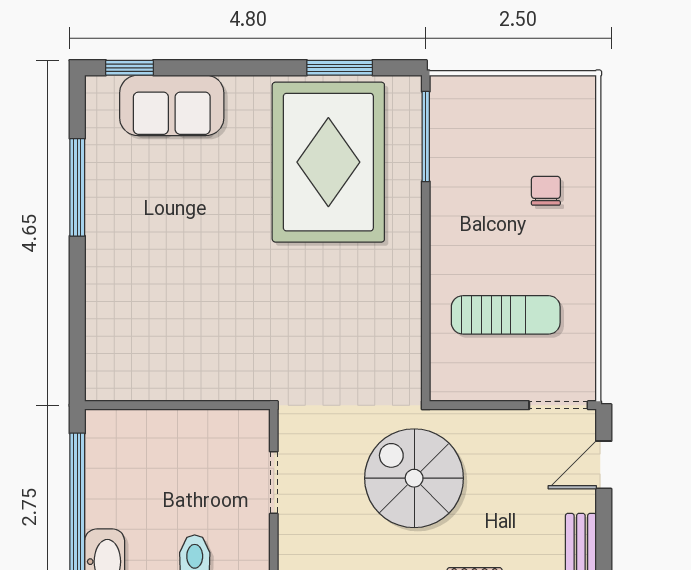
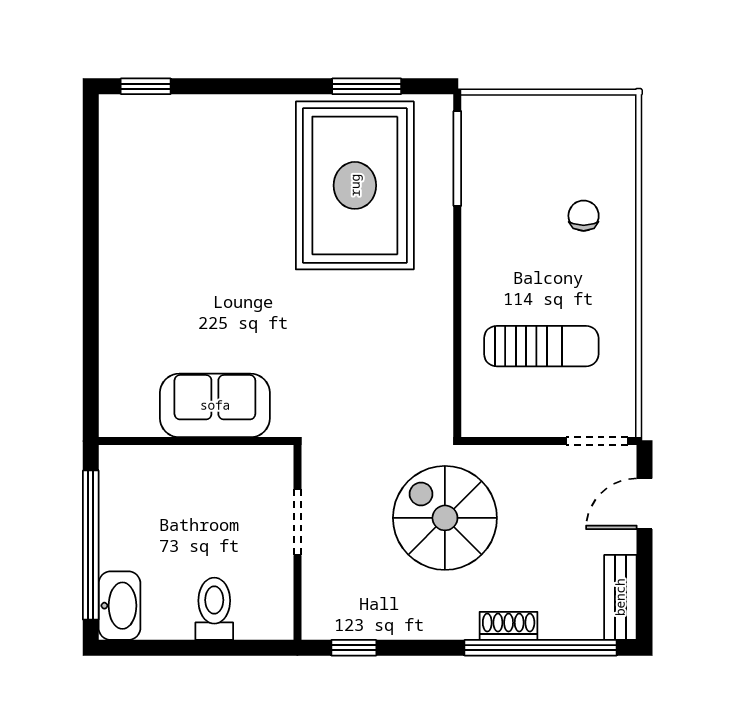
sofa: (172, 105) -> (215, 405), moved, turned 180
window: (77, 187) -> (91, 212), removed

